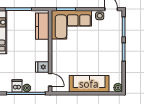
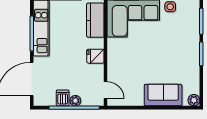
fridge: (42, 67) -> (95, 56), moved
sofa: (89, 84) -> (163, 95), width x0.73

